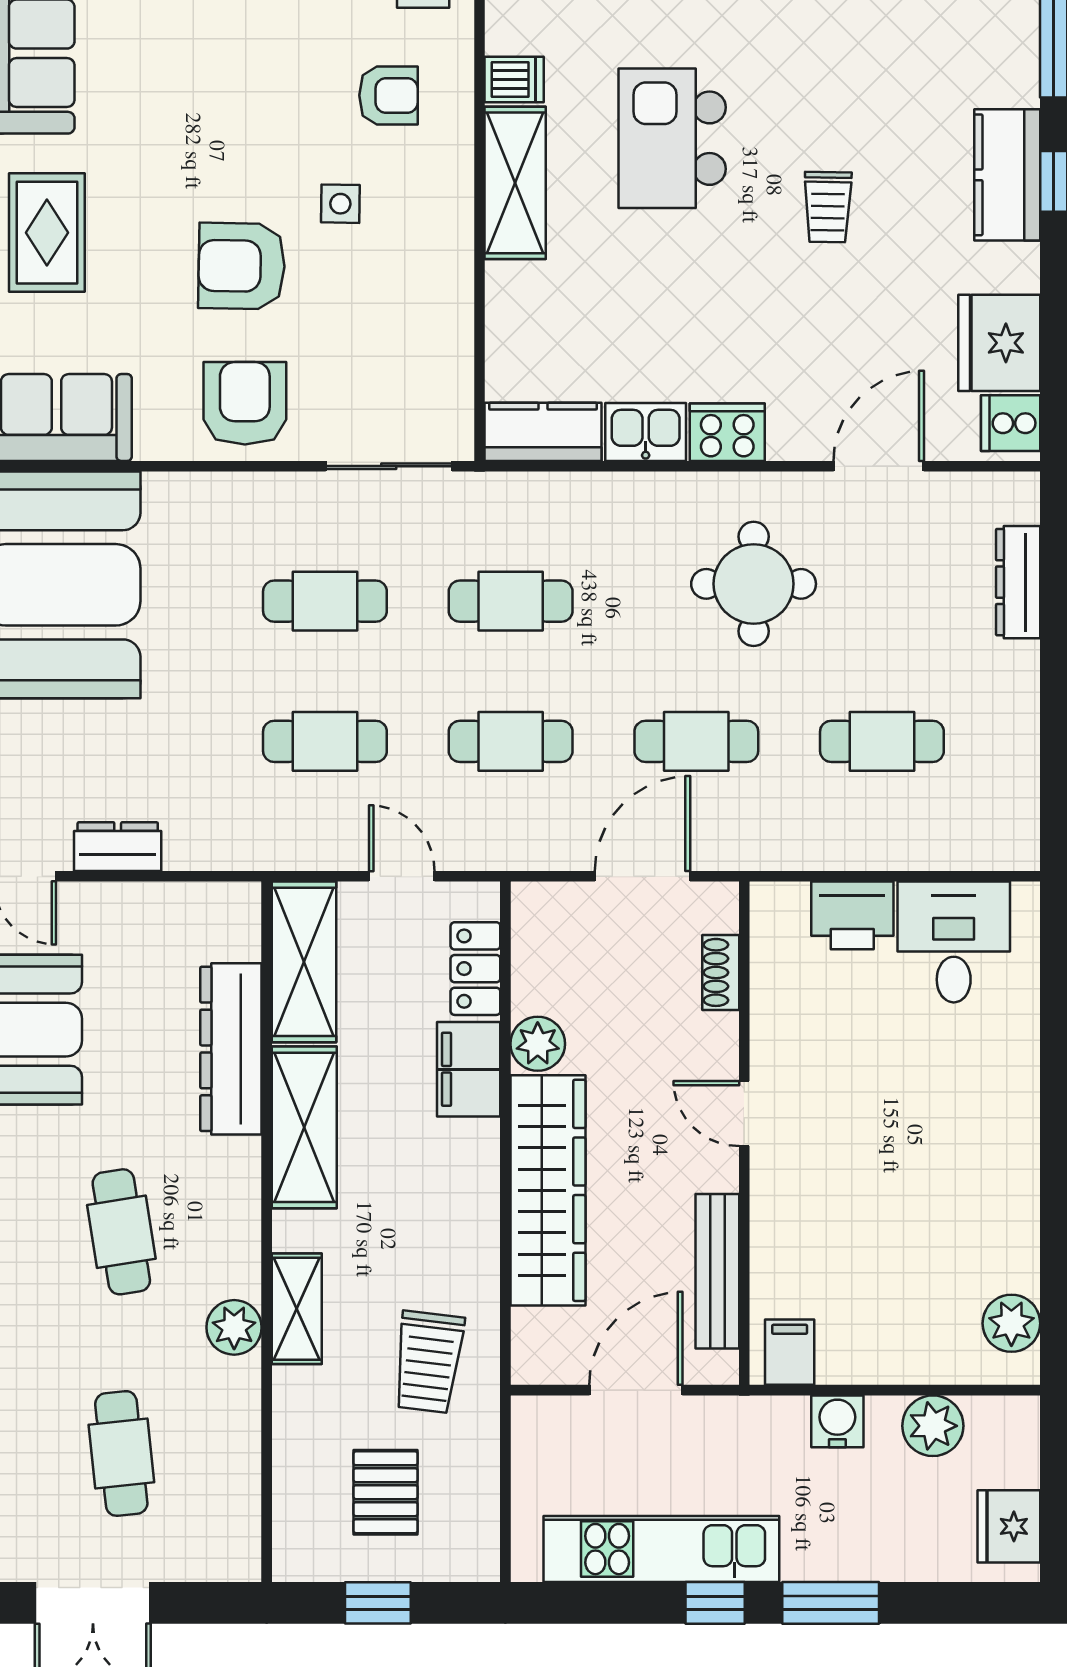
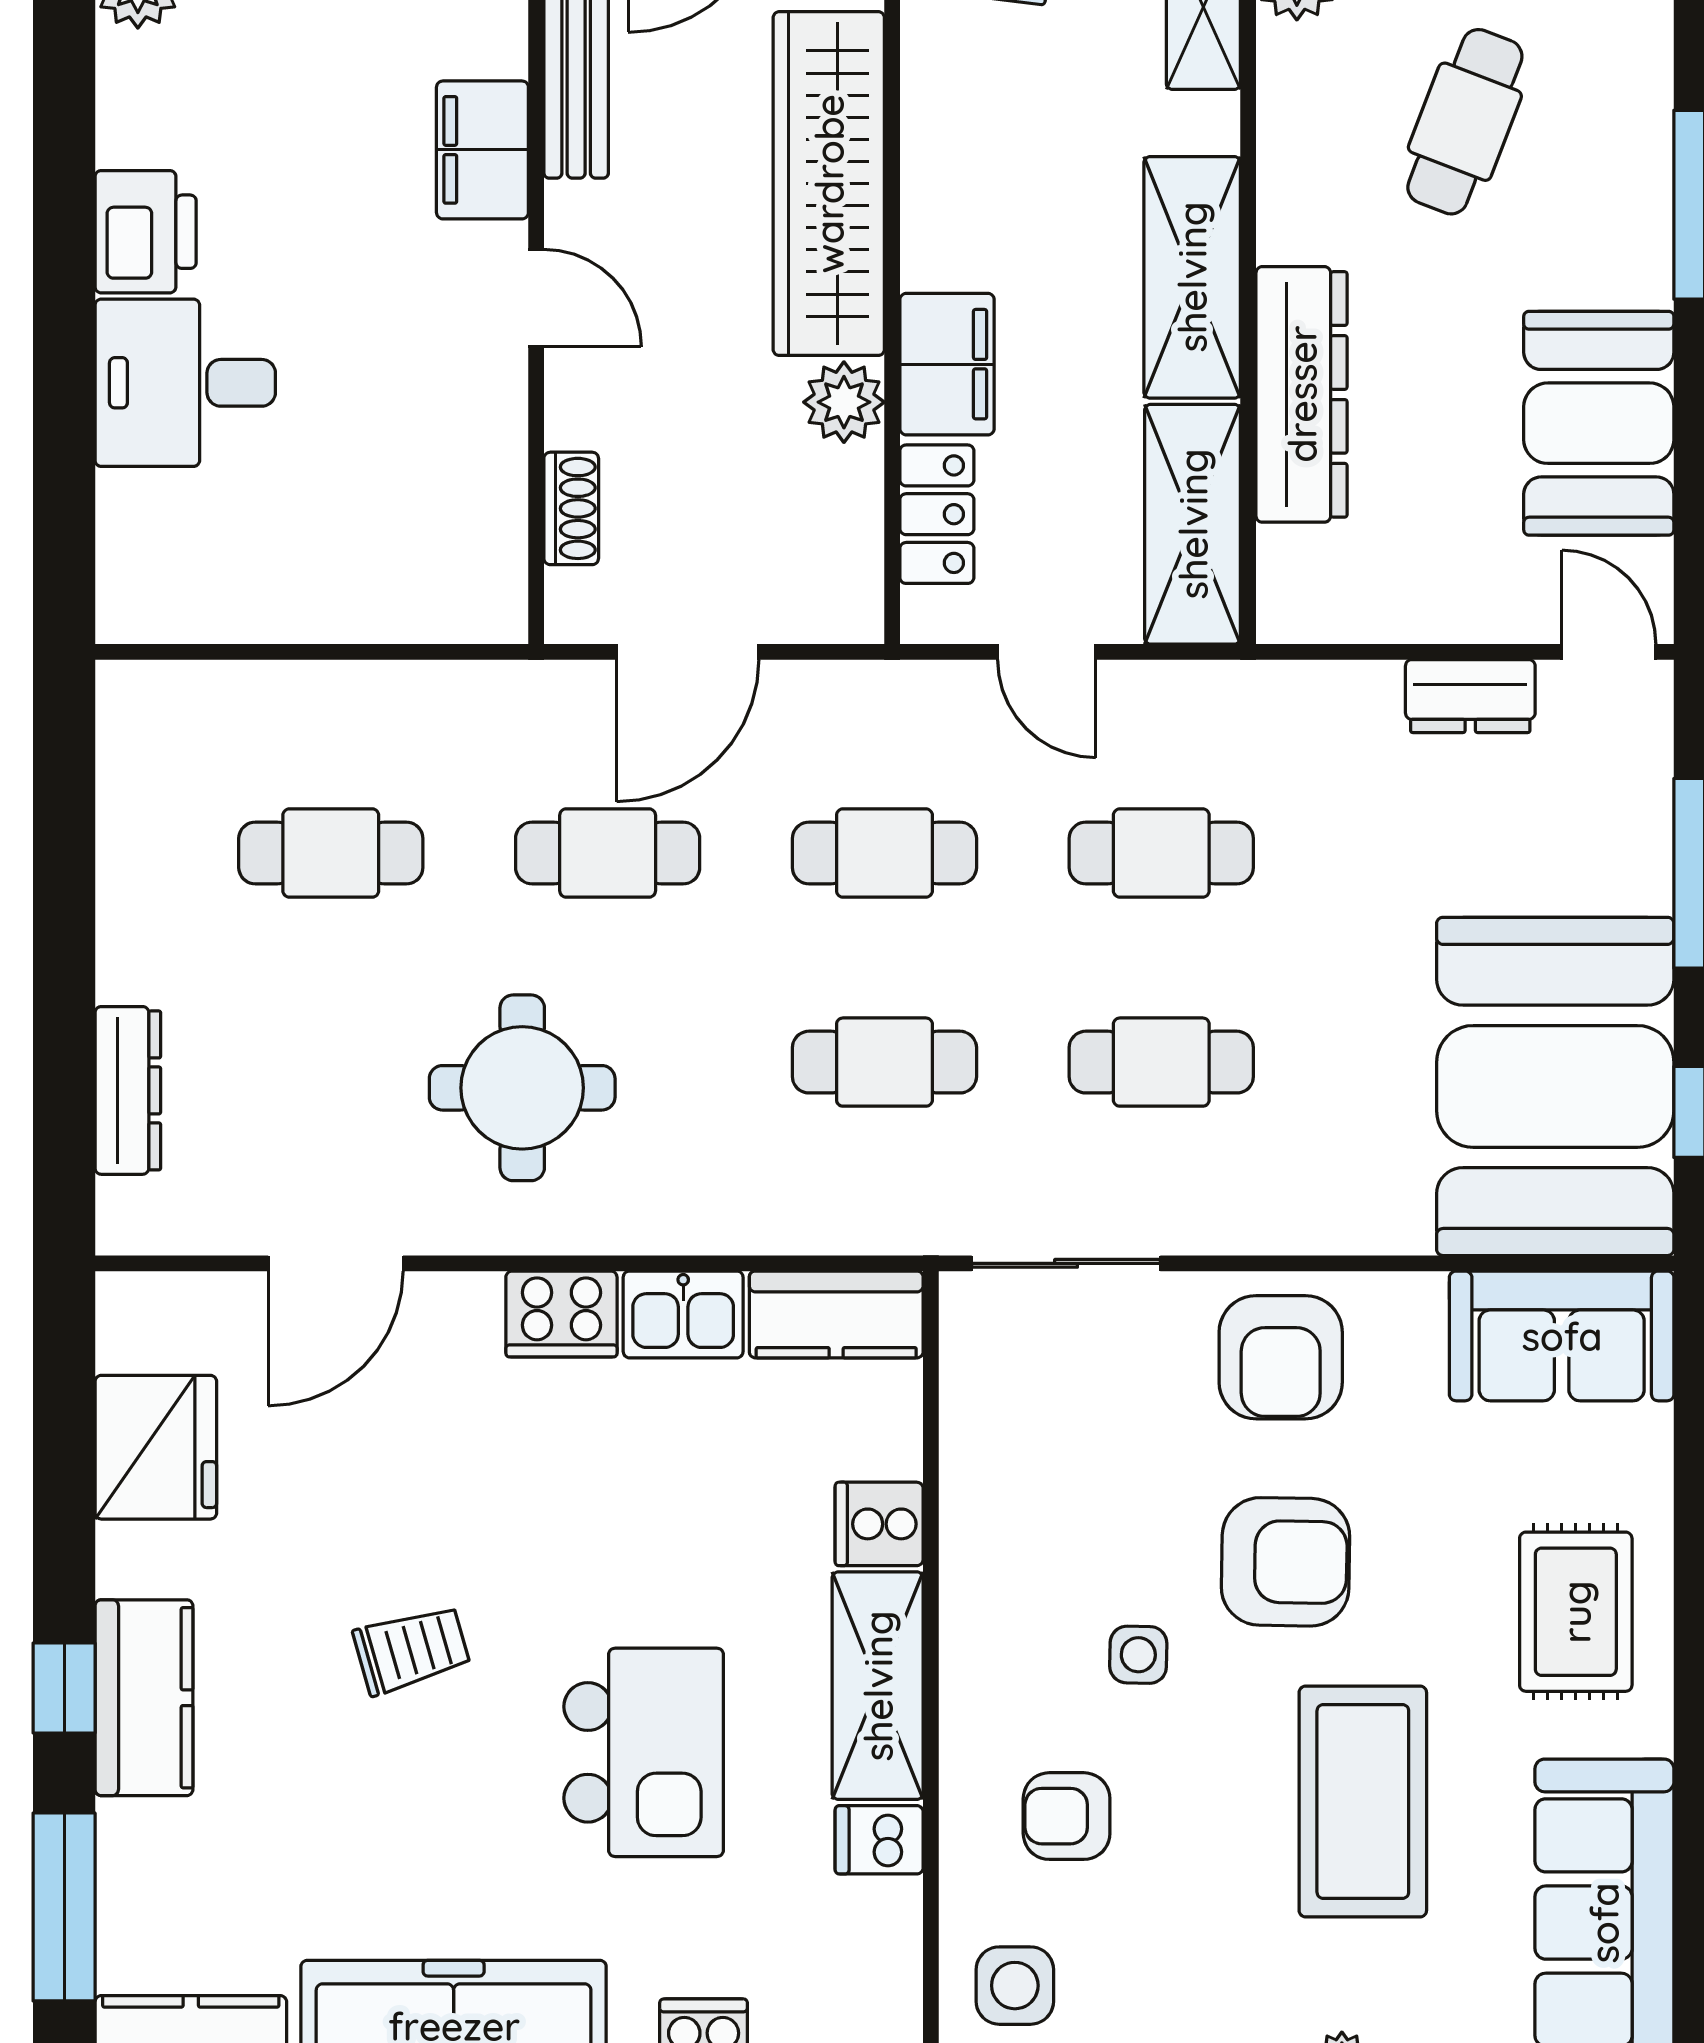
coffee table: (190, 105) -> (1363, 1802), added
trolley: (828, 207) -> (412, 1650), turned 73
cooker: (1011, 423) -> (879, 1524), moved, turned 180
printer: (852, 915) -> (146, 232), moved, turned 90
desk: (954, 942) -> (185, 383), moved, turned 90
filing cabinet: (780, 1213) -> (482, 150), added
cafe table: (121, 1232) -> (1465, 122), turned 30

